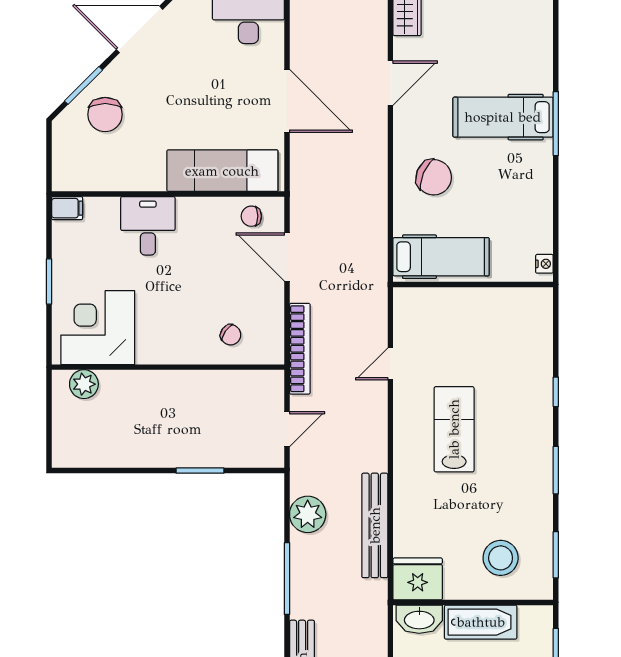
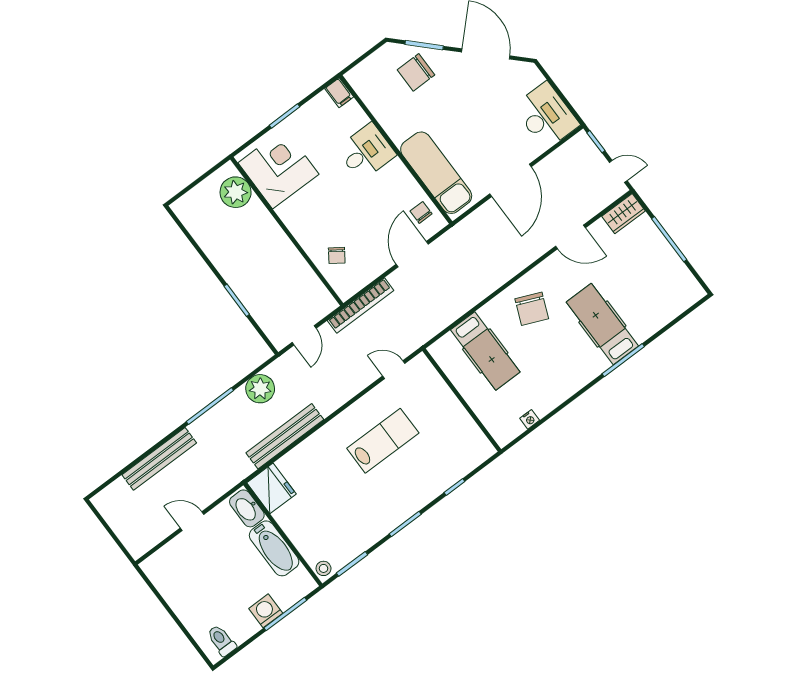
wall: (473, 284) -> (462, 400), moved
plant: (84, 384) -> (236, 192), width x1.36, depth x1.36
door: (287, 429) -> (304, 335), hinge flipped
stool: (501, 558) -> (323, 568), moved, width x0.53, depth x0.53

